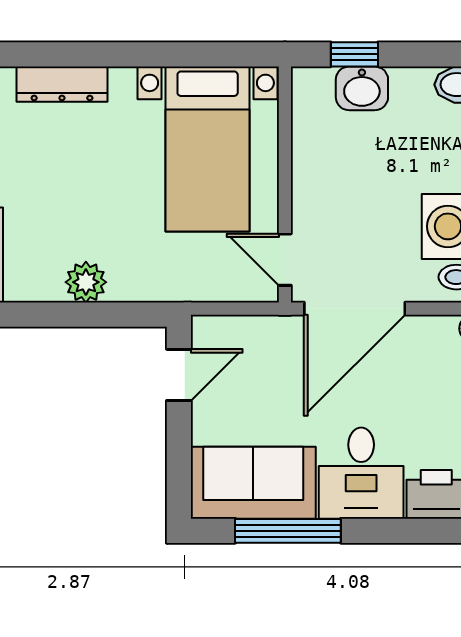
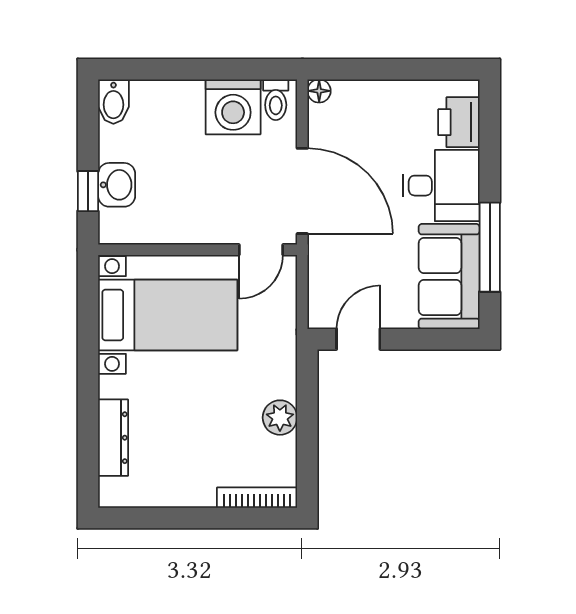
door: (179, 375) -> (358, 339), hinge flipped

